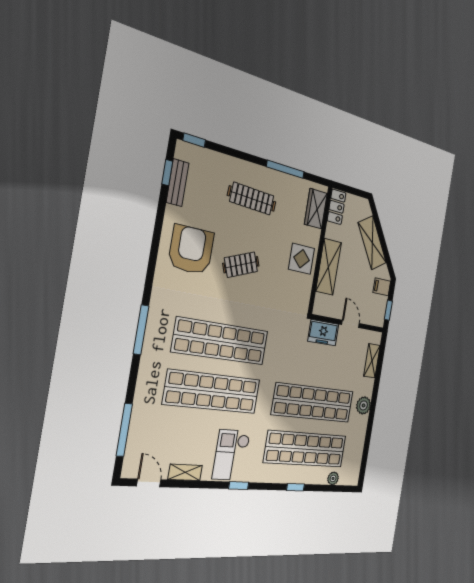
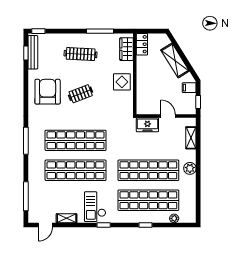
bench: (178, 183) -> (33, 52), width x1.36
shelving: (329, 267) -> (143, 83), removed
door: (149, 483) -> (45, 225), swing flipped

